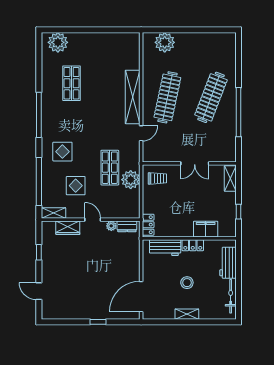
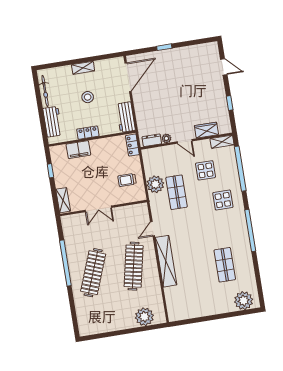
double door: (195, 163) -> (98, 209), swing flipped
trolley: (157, 178) -> (127, 180), moved
workbench: (165, 248) -> (126, 117), moved, turned -90

